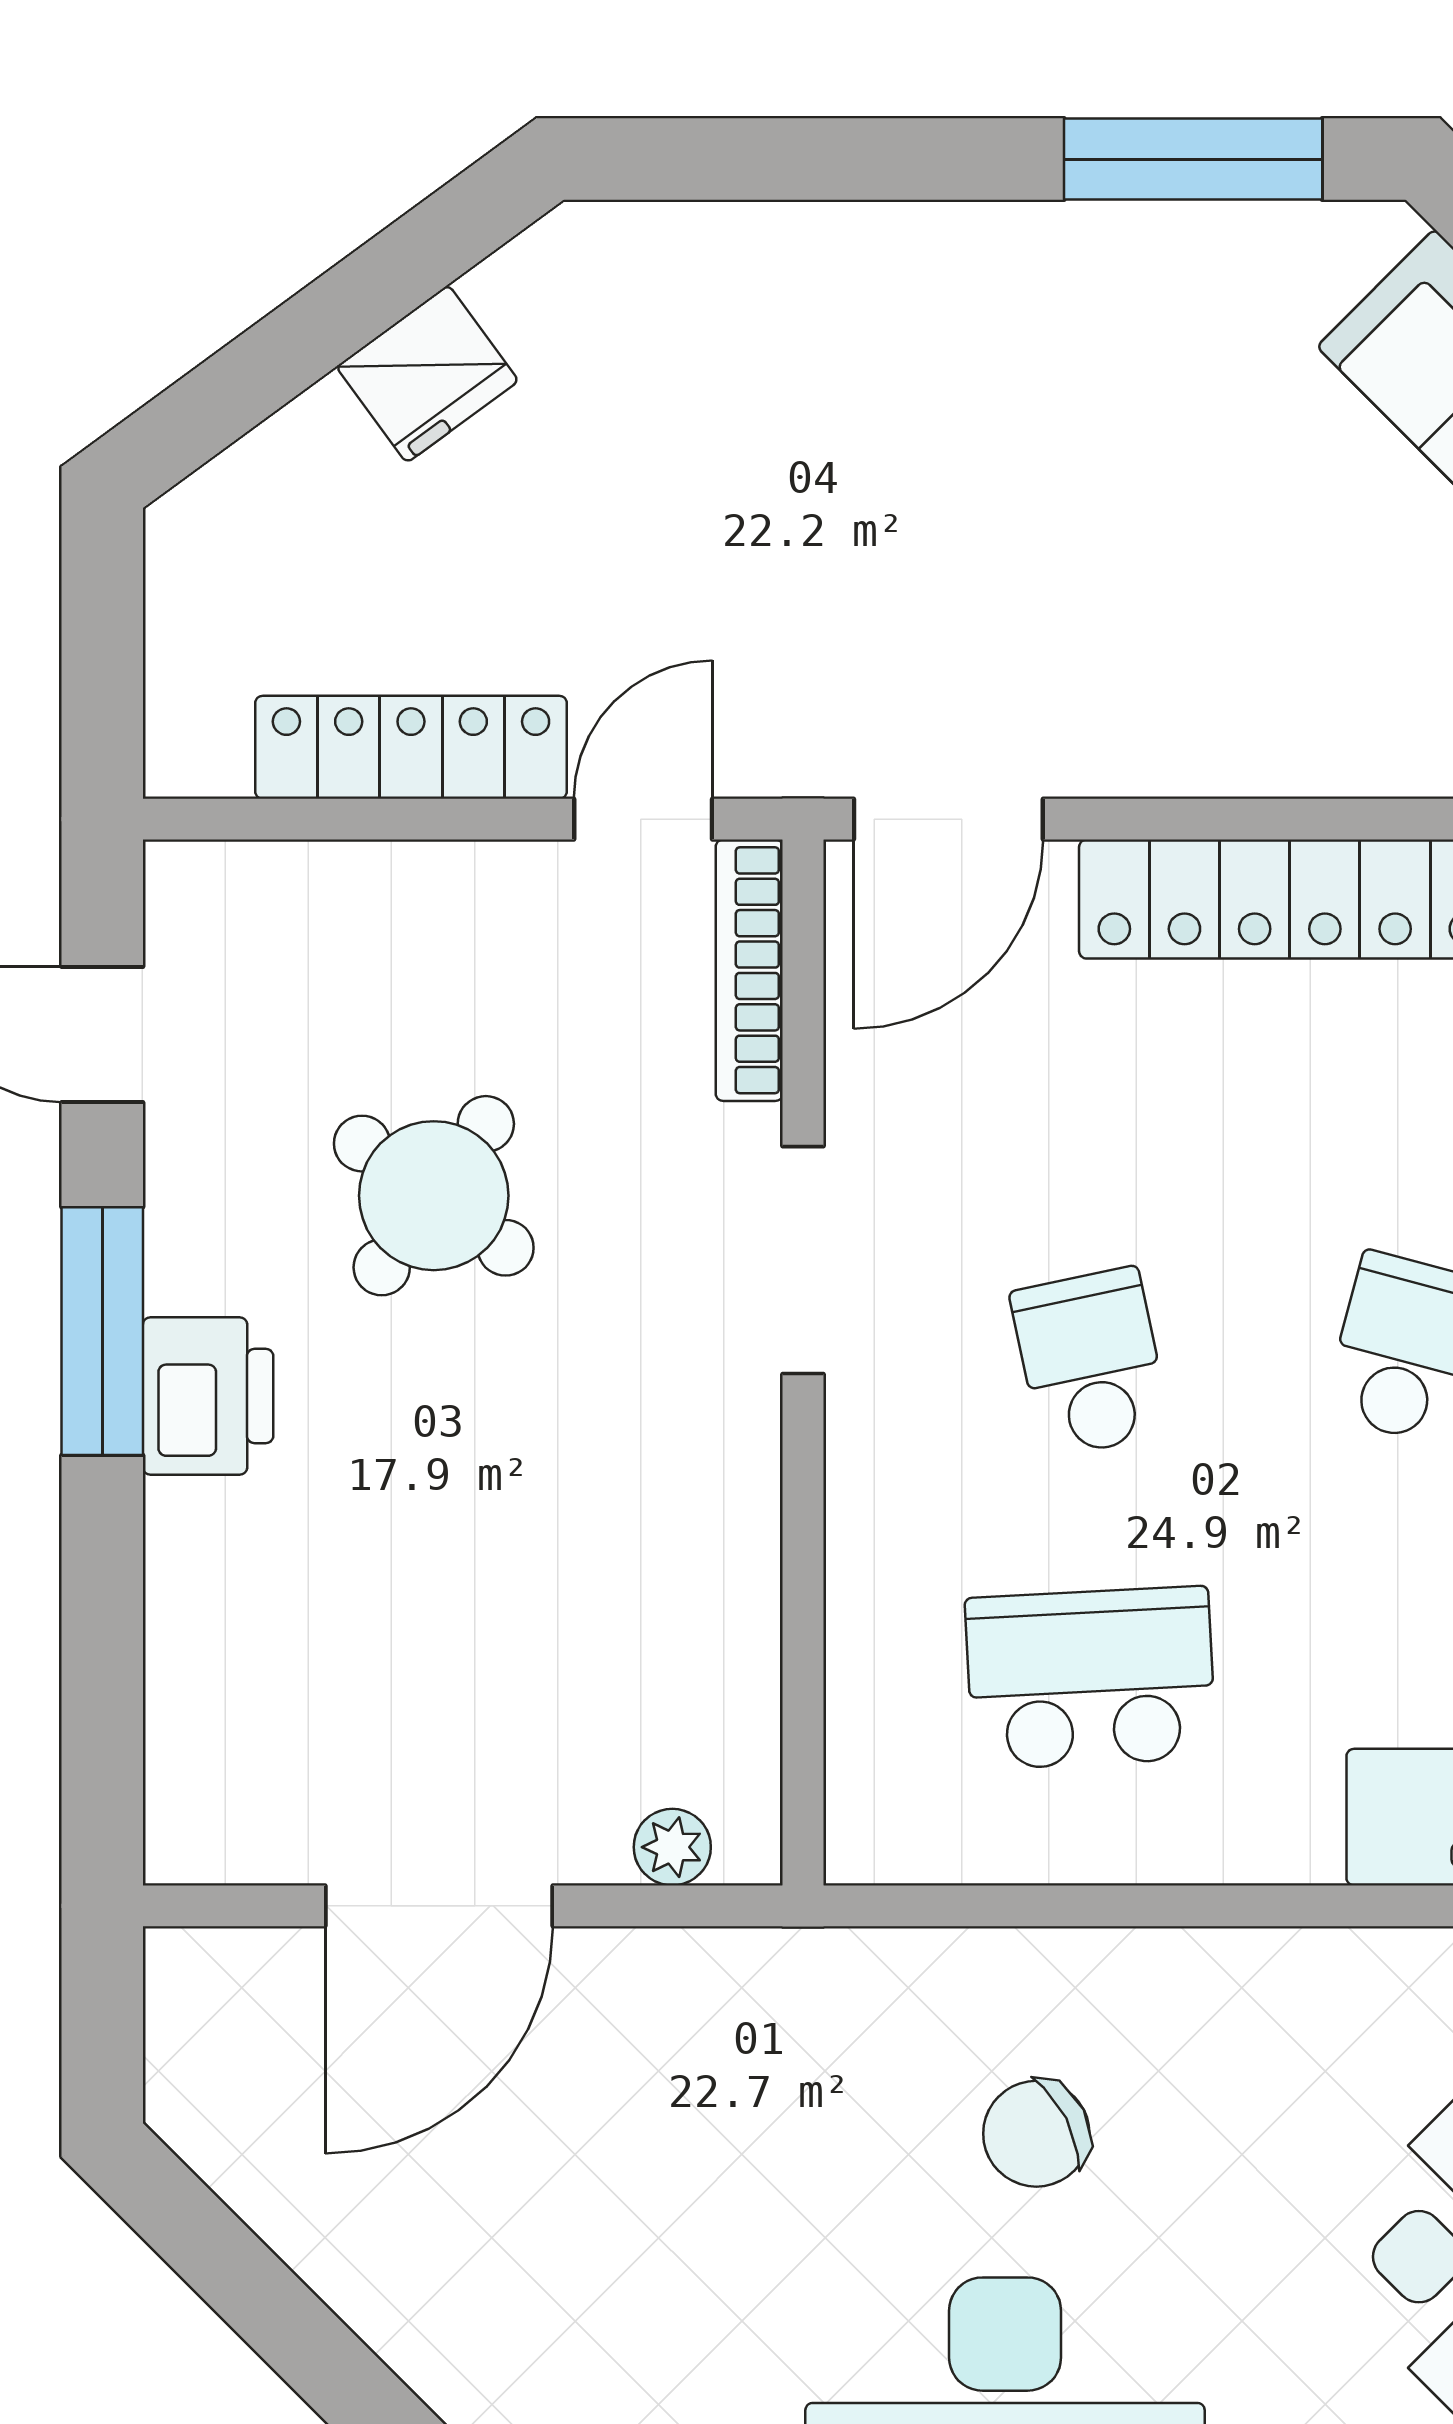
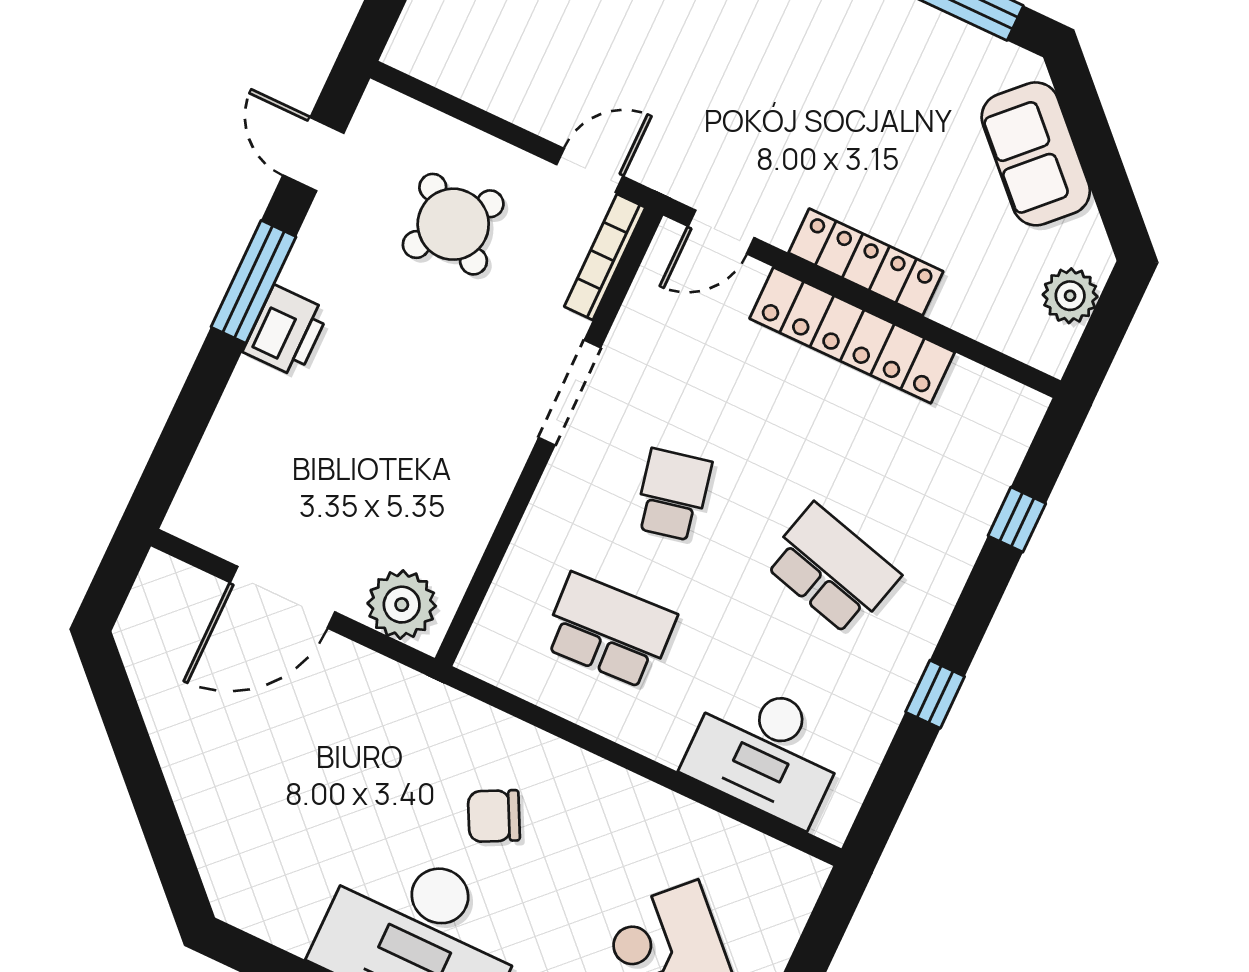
locker: (411, 747) -> (866, 262), moved
door: (948, 819) -> (721, 232), width x0.73
round table: (434, 1196) -> (453, 224), moved
plant: (672, 1847) -> (402, 605), width x1.87, depth x1.87

